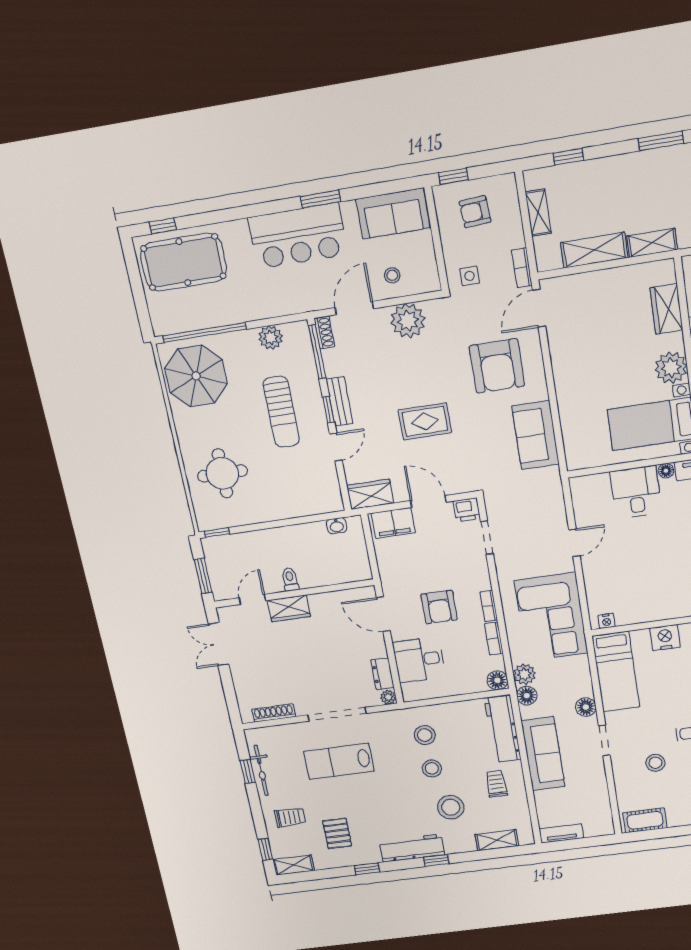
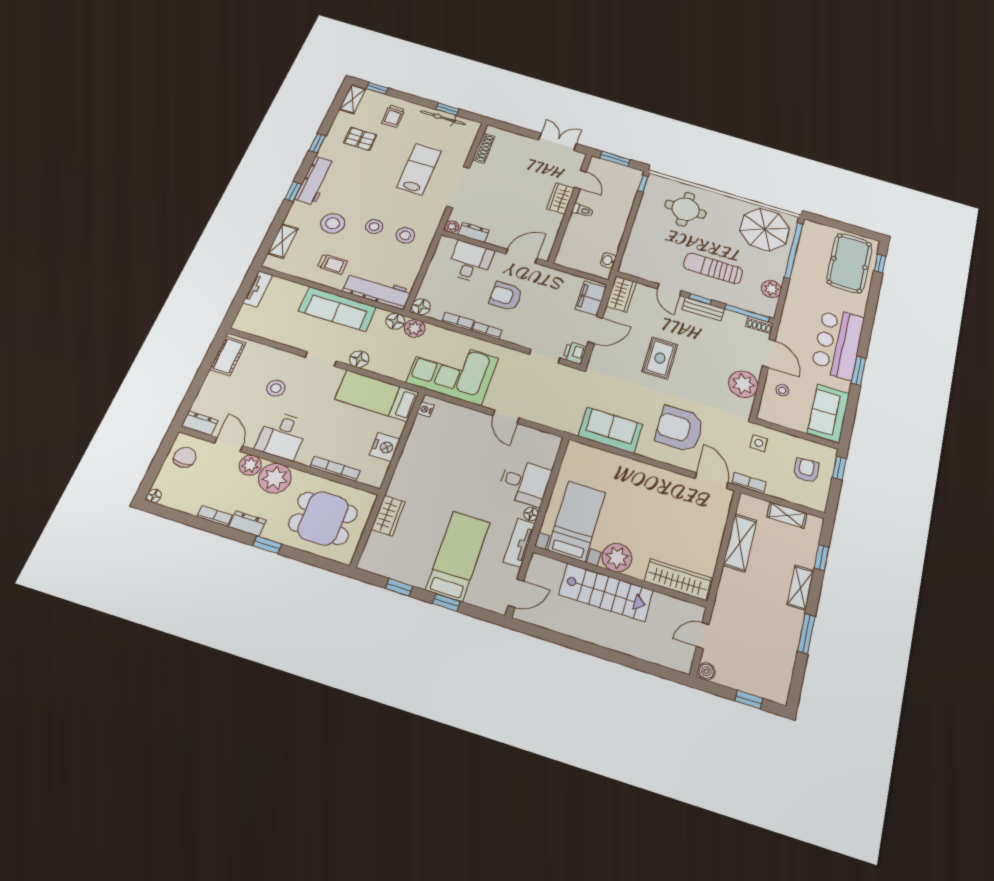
shelving: (652, 243) -> (800, 588), moved
wardrobe: (666, 309) -> (678, 579), width x1.50

